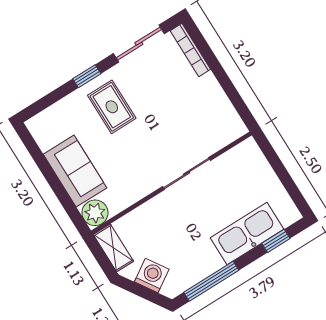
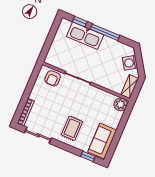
window: (87, 76) -> (88, 156), moved
armchair: (215, 132) -> (53, 78), added
sofa: (75, 171) -> (102, 141), moved
window: (211, 281) -> (105, 32), moved

